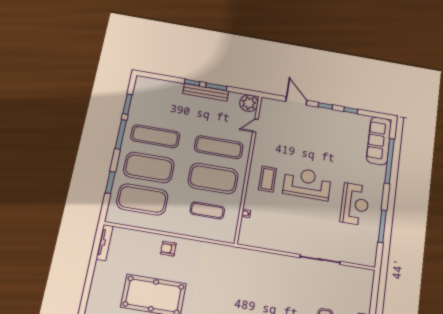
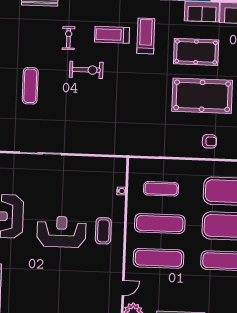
exercise mat: (213, 178) -> (160, 224), width x0.68
reception desk: (307, 184) -> (61, 232), turned 180
armchair: (168, 249) -> (209, 141), moved

